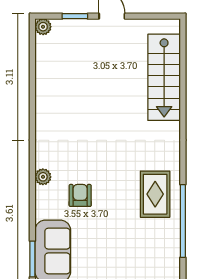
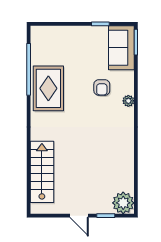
plant: (43, 27) -> (123, 203), width x1.87, depth x1.87
rug: (155, 194) -> (48, 88), width x1.36, depth x1.43

